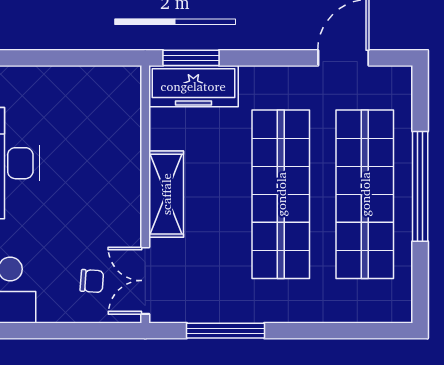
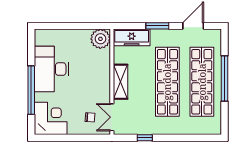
window: (191, 58) -> (157, 26), moved
plant: (117, 89) -> (100, 39), added
window: (226, 331) -> (145, 138), width x0.46

